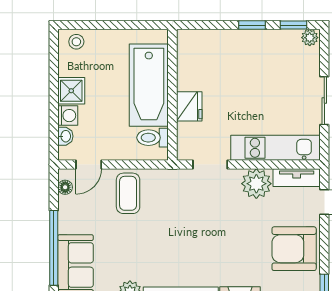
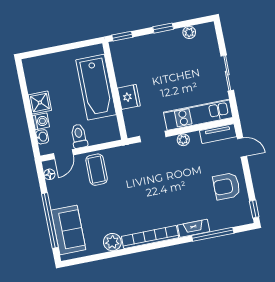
window: (294, 25) -> (122, 36), moved
plant: (310, 38) -> (189, 32), moved
stool: (76, 42) -> (37, 66), removed
toilet: (153, 138) -> (79, 136), moved, turned 90
plant: (256, 184) -> (183, 140), width x0.53, depth x0.53
armchair: (294, 249) -> (227, 186), width x0.73, depth x0.73

